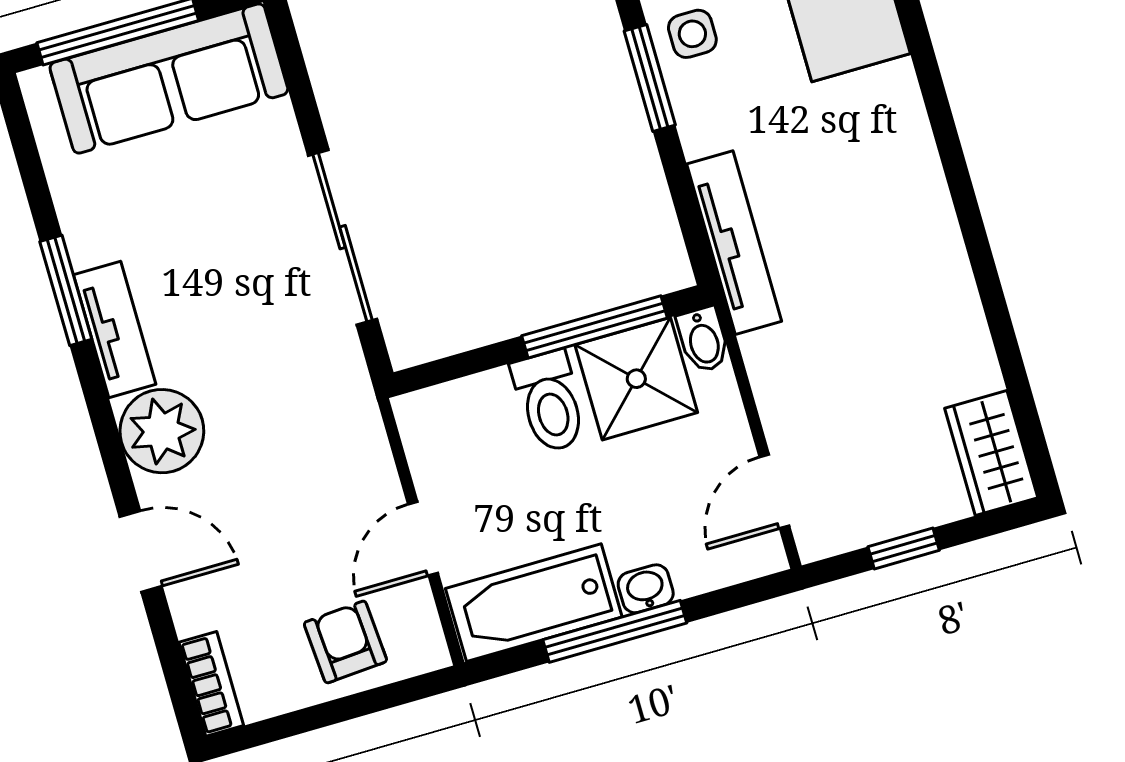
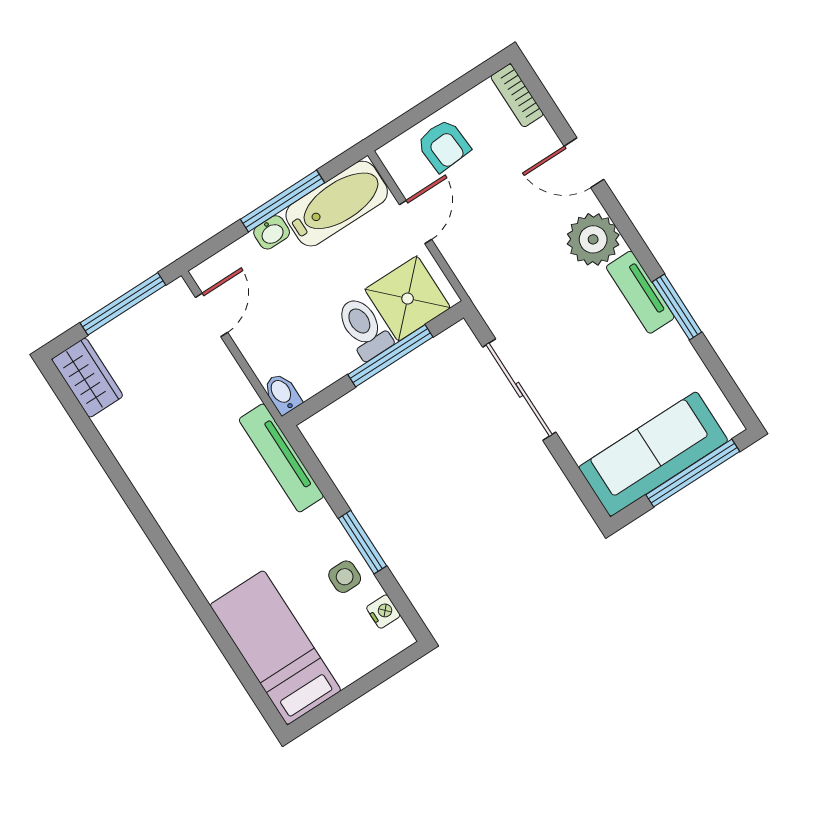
window: (594, 327) -> (390, 356), moved
shower: (636, 379) -> (408, 299), moved
window: (904, 548) -> (123, 304), width x2.17

